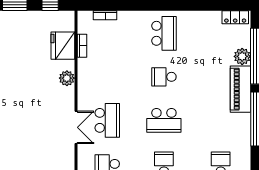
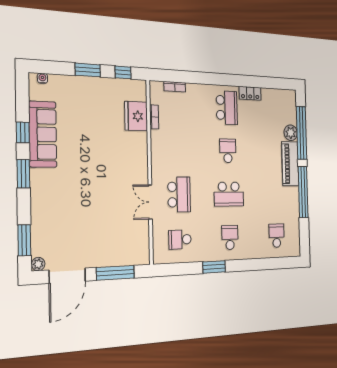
locker: (235, 17) -> (250, 93), moved
school desk: (164, 77) -> (228, 151), turned 90
plant: (67, 78) -> (141, 150), removed
double door: (76, 127) -> (150, 202), swing flipped

